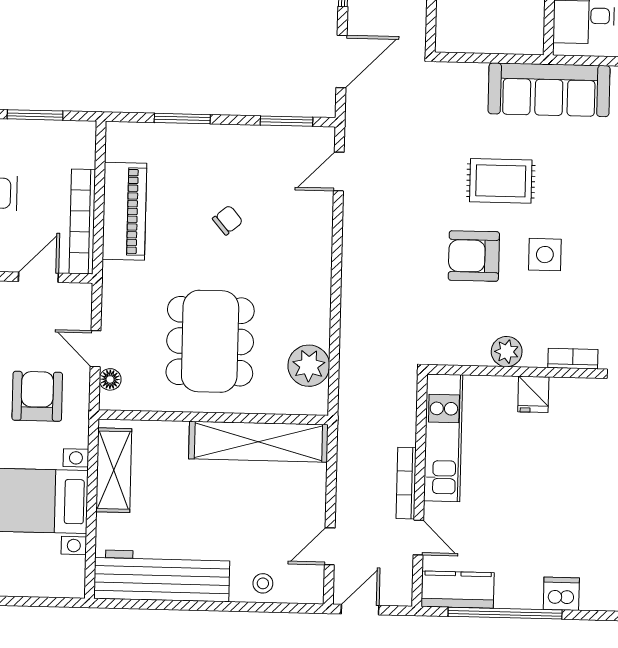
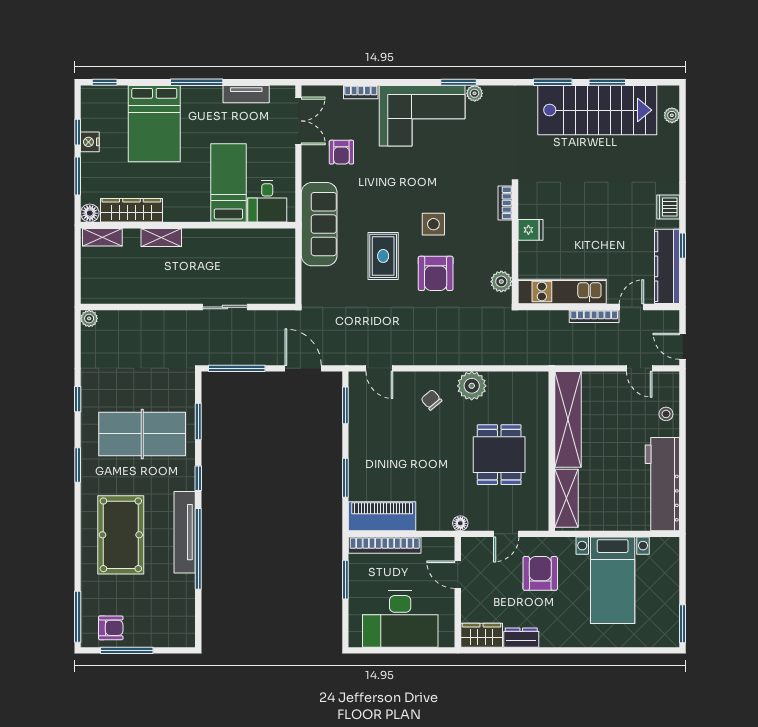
piano: (124, 211) -> (382, 516), moved
chair: (228, 220) -> (431, 400), moved
bookcase: (82, 222) -> (385, 545), moved
dining table: (210, 341) -> (499, 455), width x0.73
plant: (507, 352) -> (501, 282), moved
plant: (309, 366) -> (472, 386), moved
floor lamp: (110, 379) -> (460, 523), moved
armchair: (37, 396) -> (540, 573), turned 90
shelving: (114, 470) -> (566, 498), moved, turned 90
kitchen counter: (458, 590) -> (667, 266), width x1.50
window: (505, 613) -> (683, 246), width x0.32

